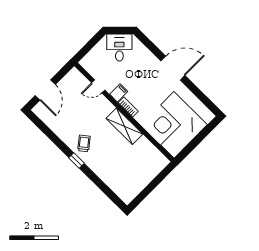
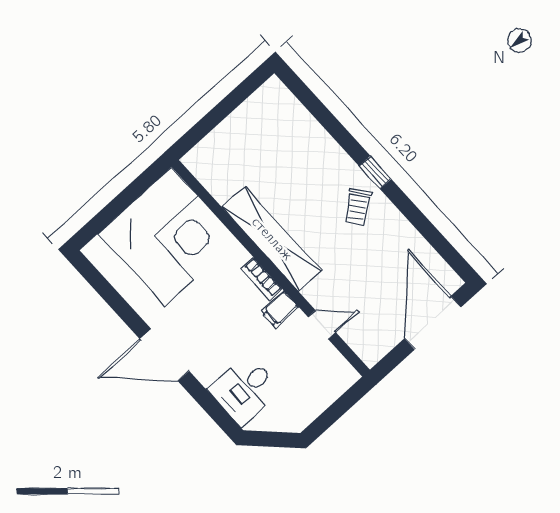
desk: (119, 48) -> (244, 390), moved, turned 45
door: (45, 90) -> (433, 323), width x1.36
shelving: (124, 126) -> (272, 239), width x1.47

